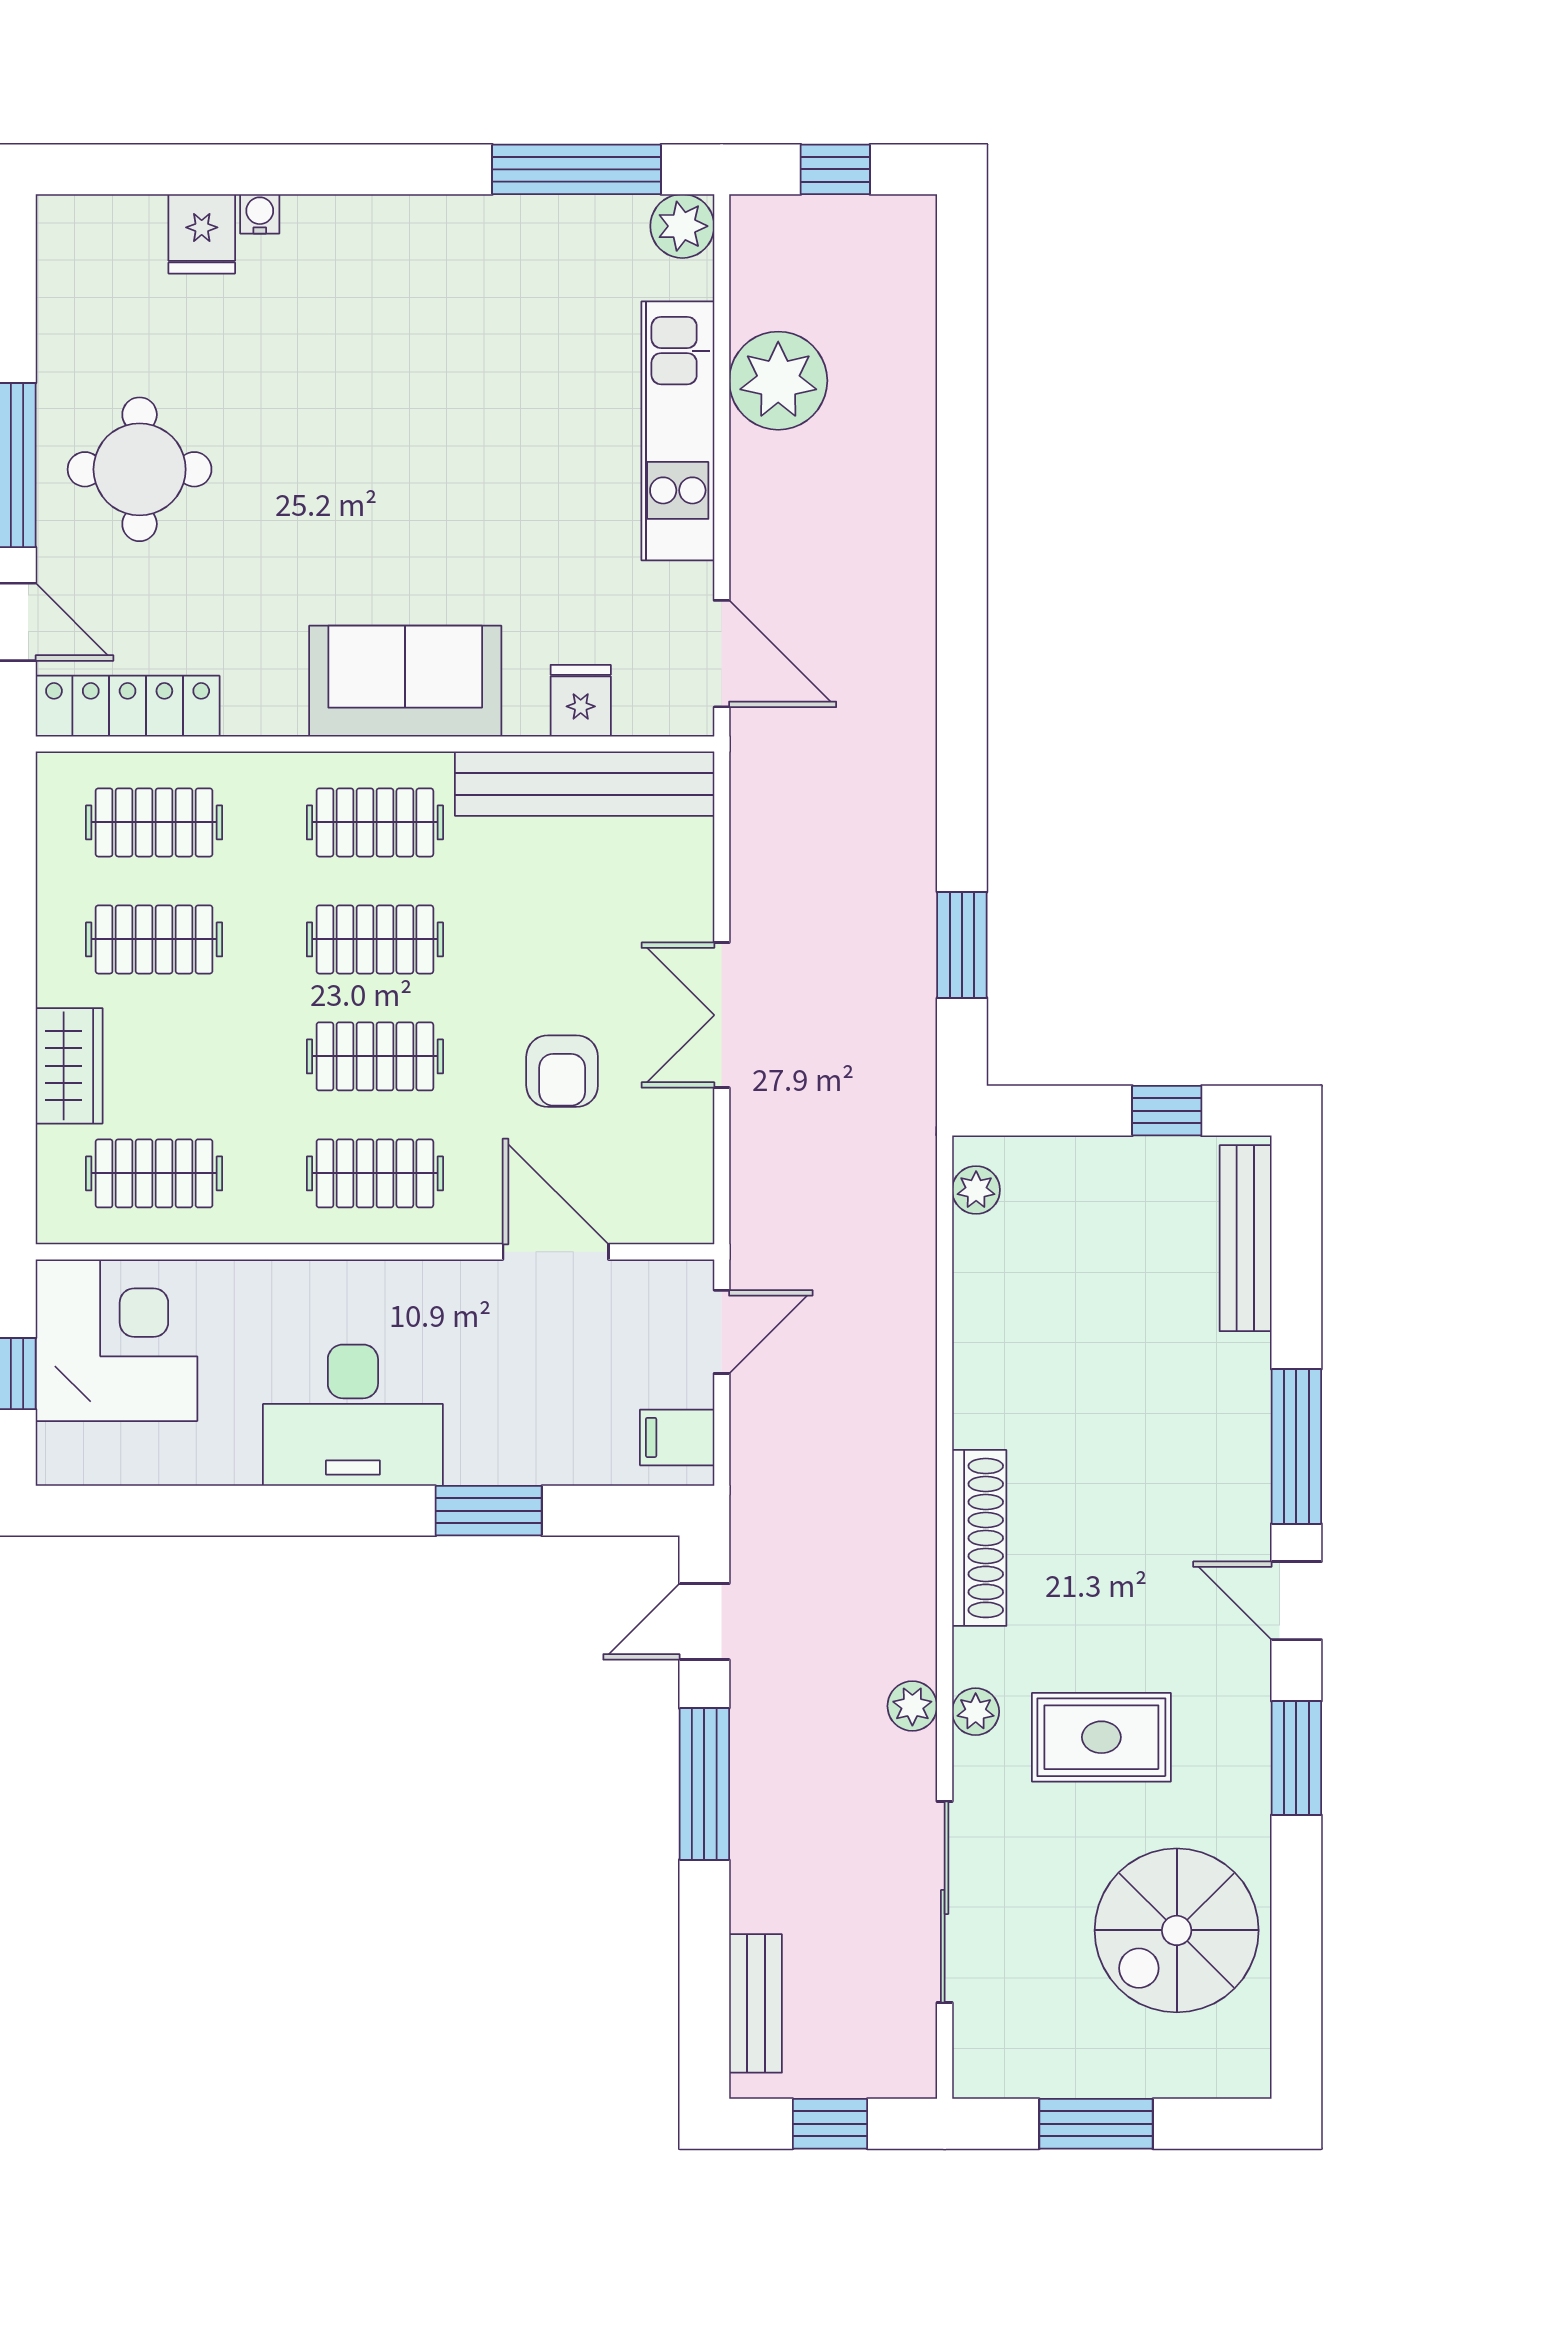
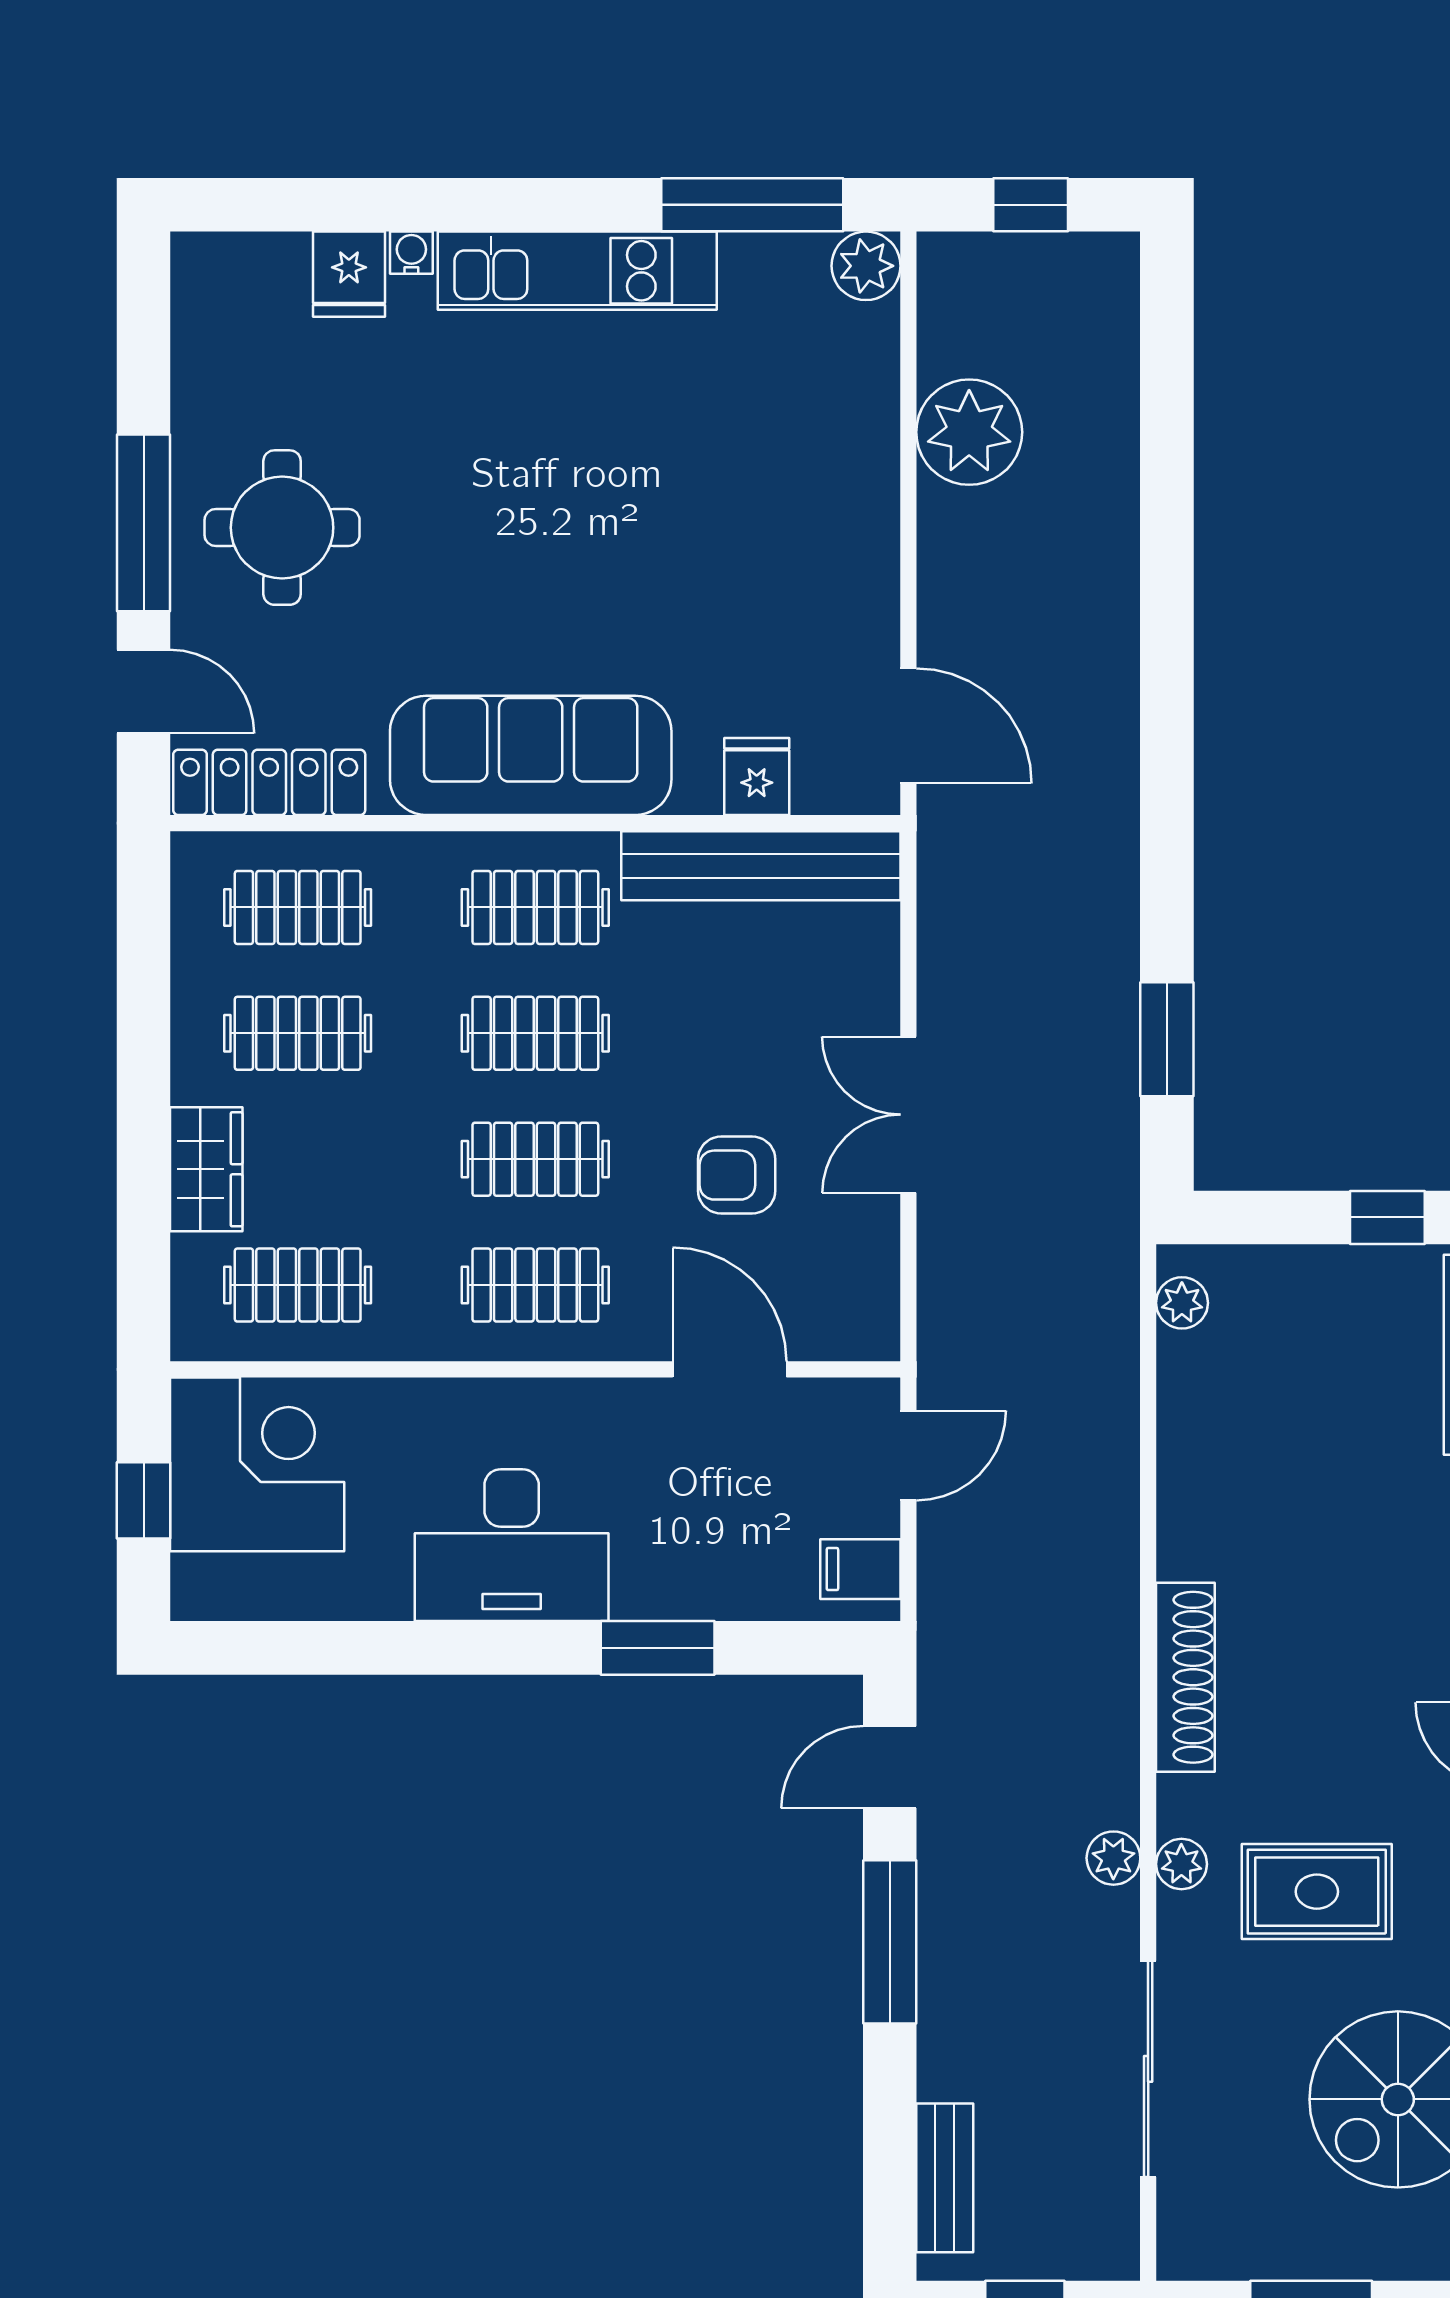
kitchen unit: (678, 431) -> (577, 271), moved, turned -90
sofa: (405, 681) -> (531, 755), width x1.36
armchair: (562, 1071) -> (737, 1175), turned 90

